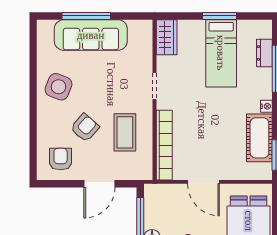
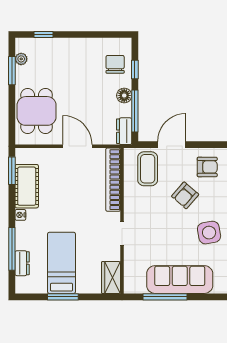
window: (86, 16) -> (165, 297), moved
side table: (59, 87) -> (209, 233), turned -31
coffee table: (125, 132) -> (148, 169), moved
armchair: (61, 159) -> (207, 167), turned -90
dresser: (152, 198) -> (124, 131), added

